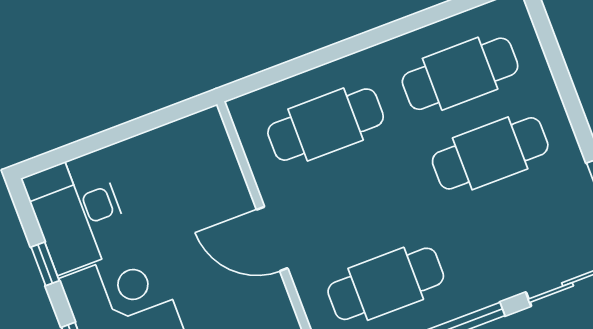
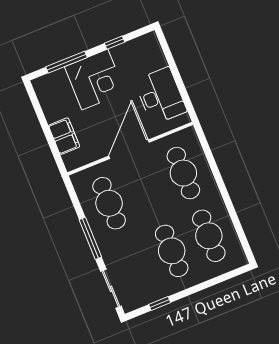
desk: (77, 213) -> (160, 96), moved, turned 90
door: (272, 239) -> (129, 149), width x1.36

